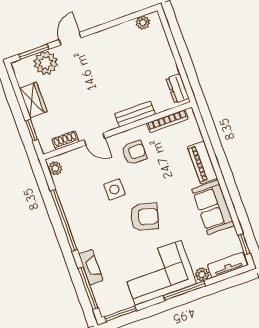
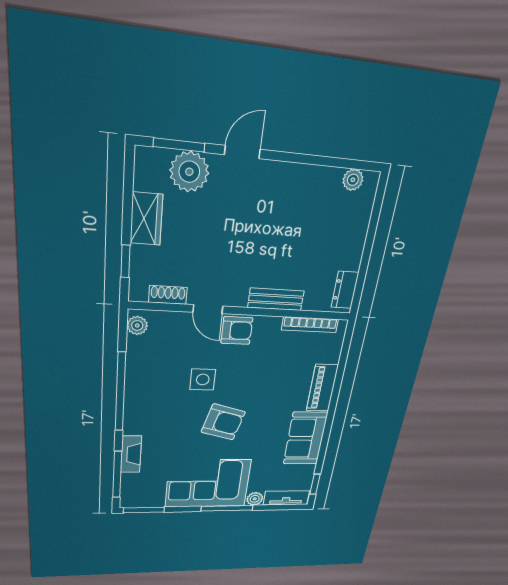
armchair: (134, 152) -> (237, 330), moved

